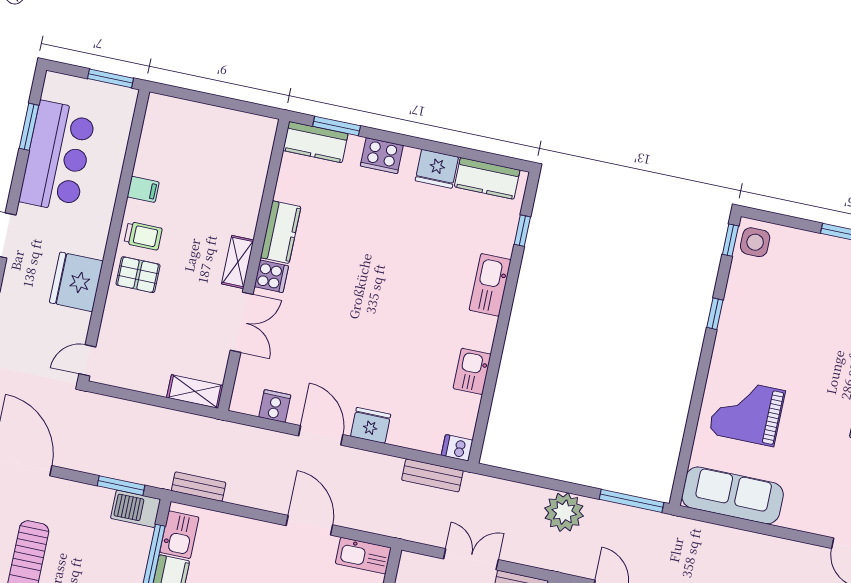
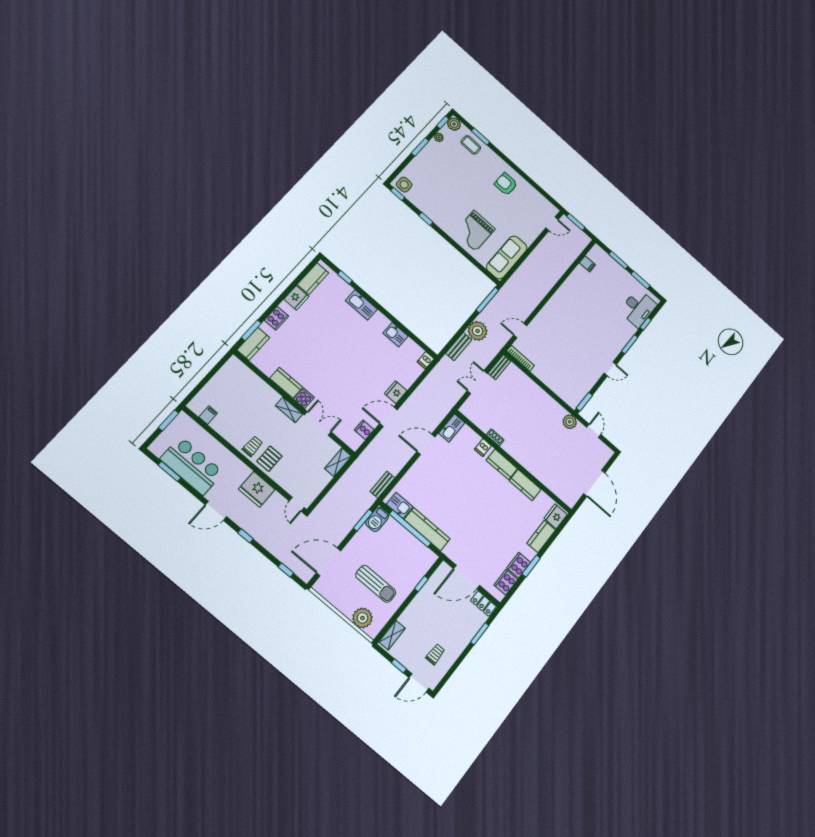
filing cabinet: (143, 189) -> (208, 415), moved
bench: (432, 475) -> (459, 346), moved

